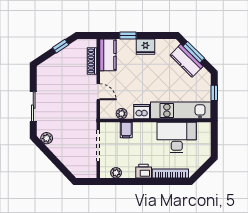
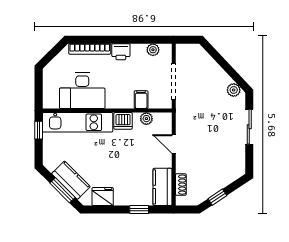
fridge: (145, 47) -> (103, 197), moved
shoe rack: (92, 61) -> (181, 185), width x0.70
window: (214, 93) -> (39, 130), moved

